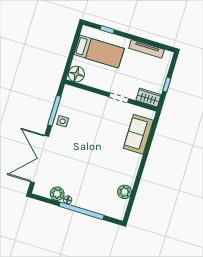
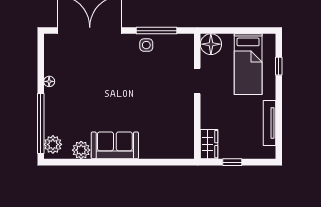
doorway: (119, 98) -> (197, 81), moved
sofa: (138, 134) -> (115, 145), moved
plant: (57, 194) -> (53, 144), moved
window: (82, 211) -> (41, 123), moved

